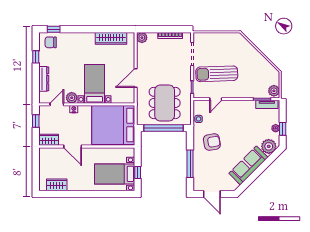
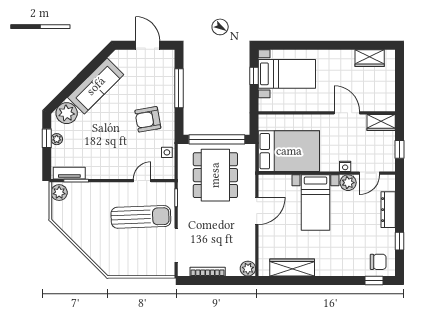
bed: (113, 125) -> (289, 151), width x0.73

